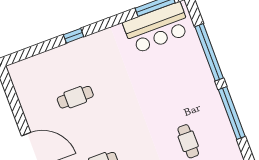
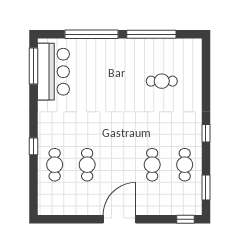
cafe table: (63, 64) -> (55, 165), added

